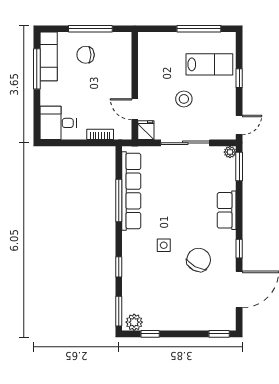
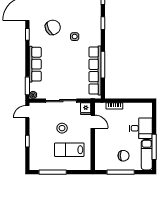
lab bench: (209, 64) -> (69, 150), moved
desk: (58, 123) -> (141, 128), moved
row of seats: (227, 210) -> (35, 64), width x1.48
chair: (199, 260) -> (53, 27), turned -146

